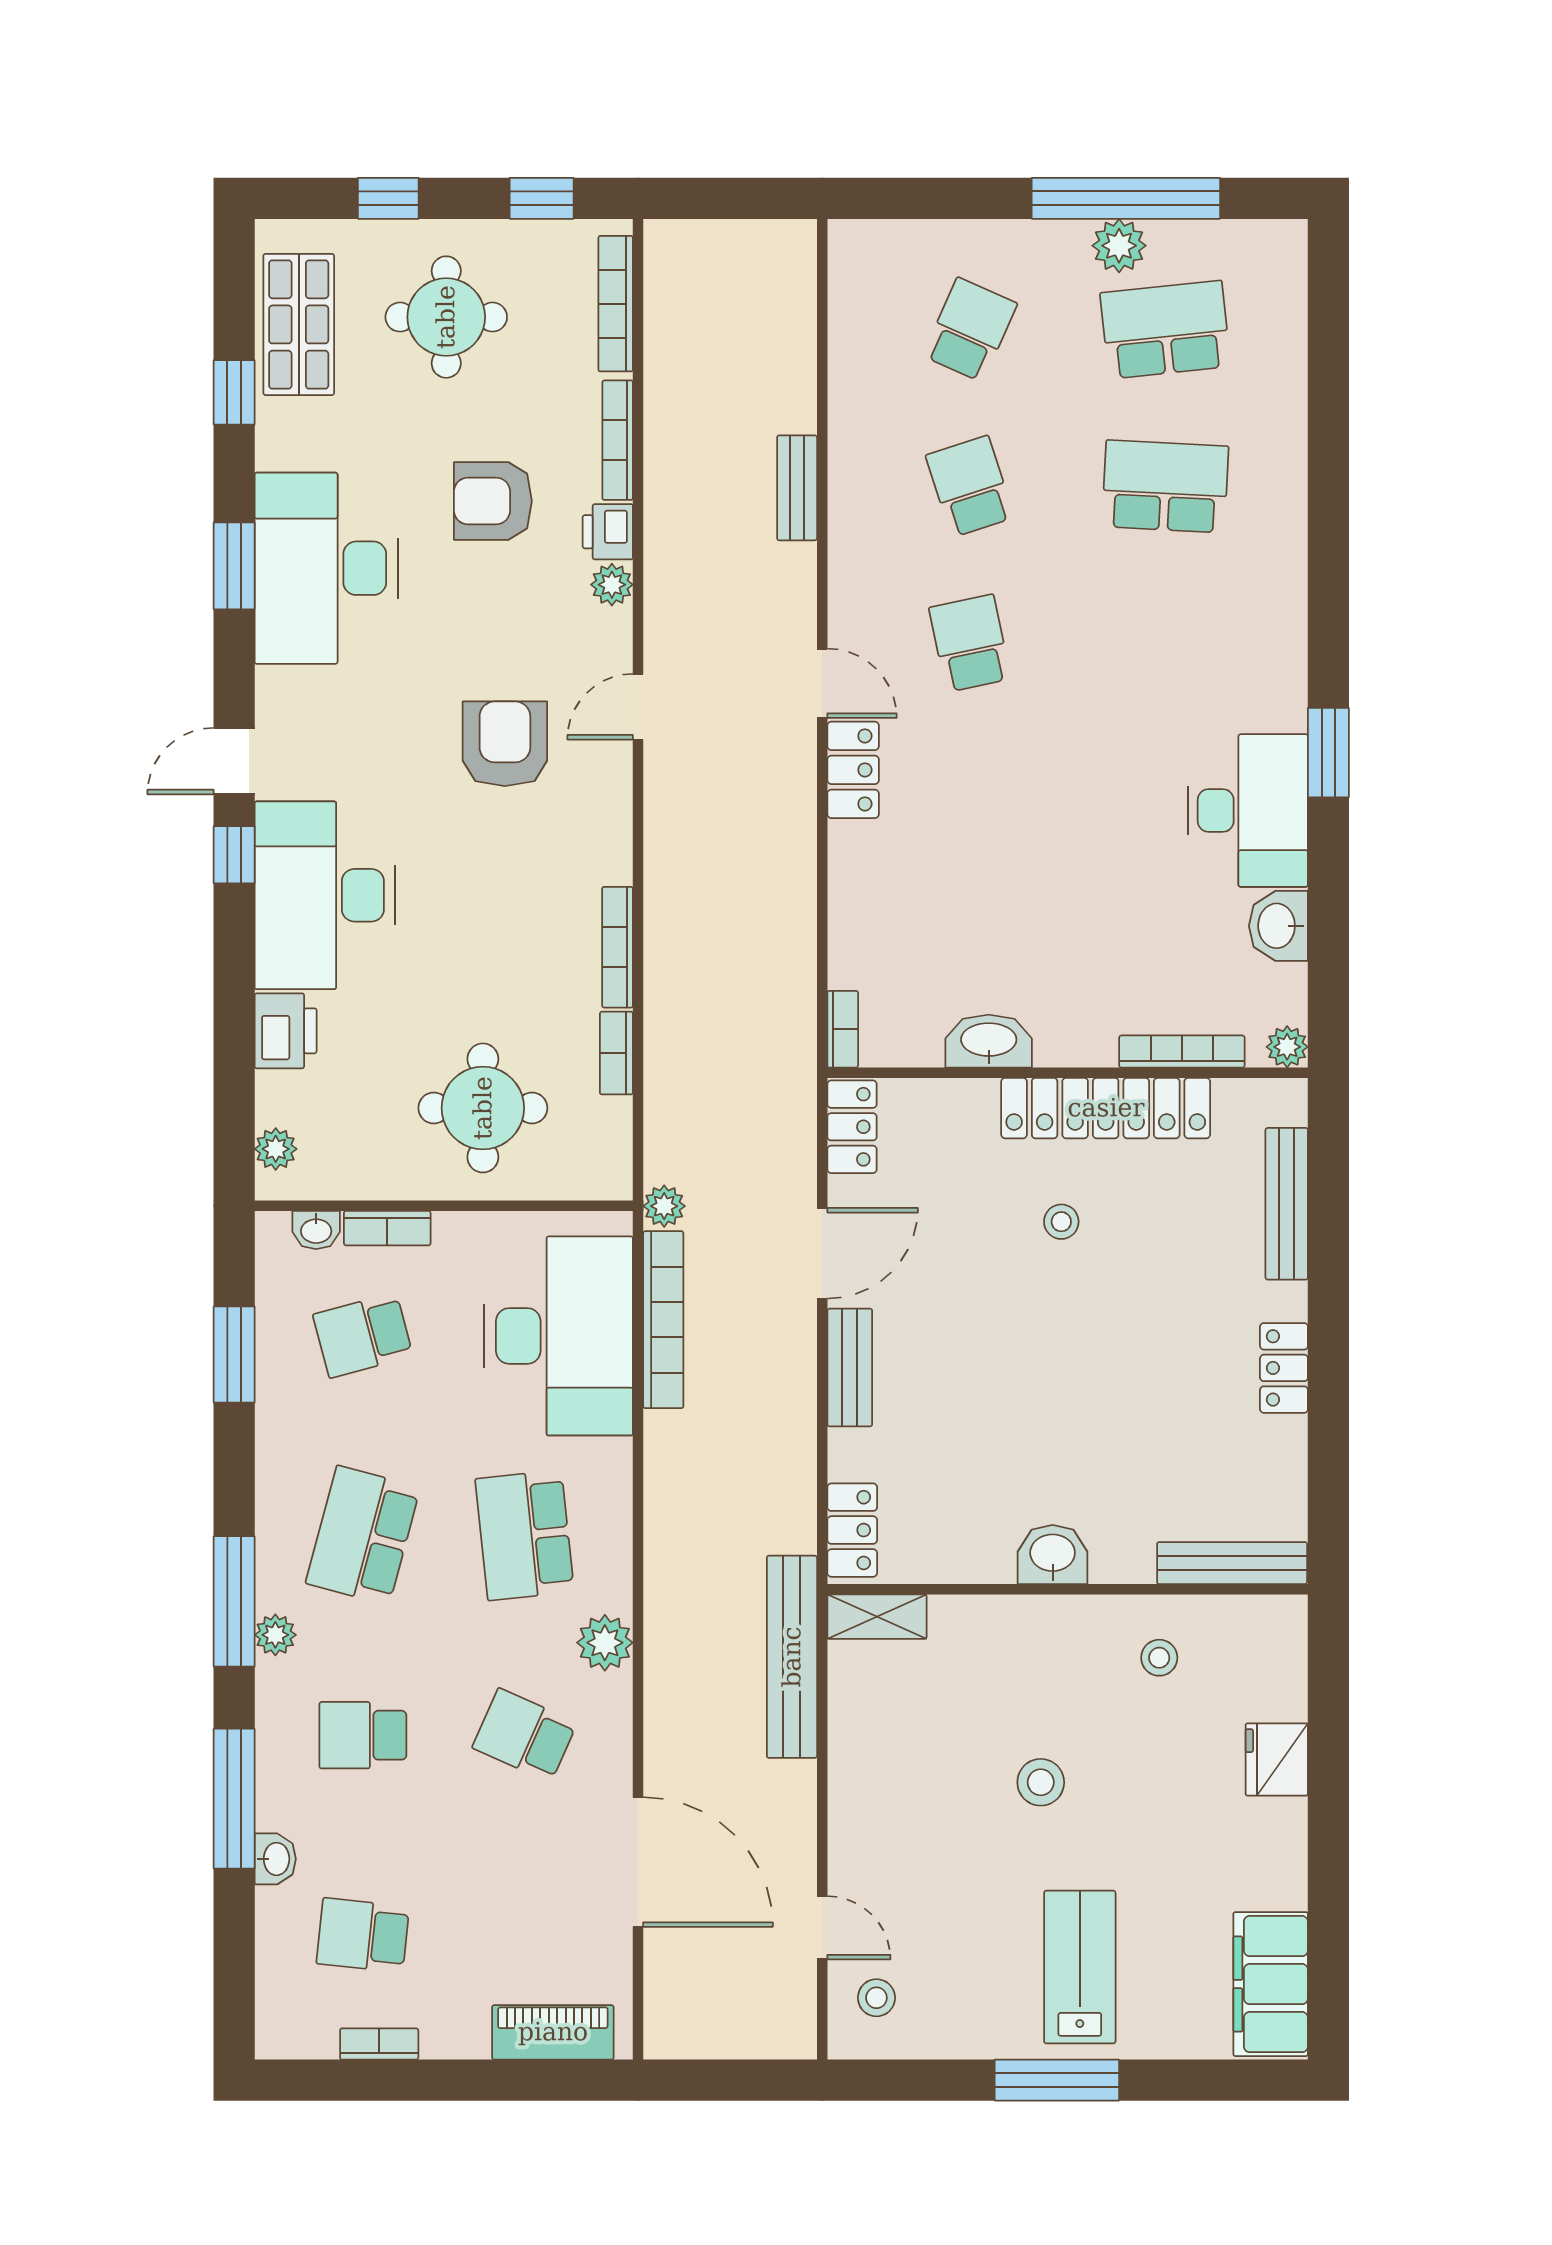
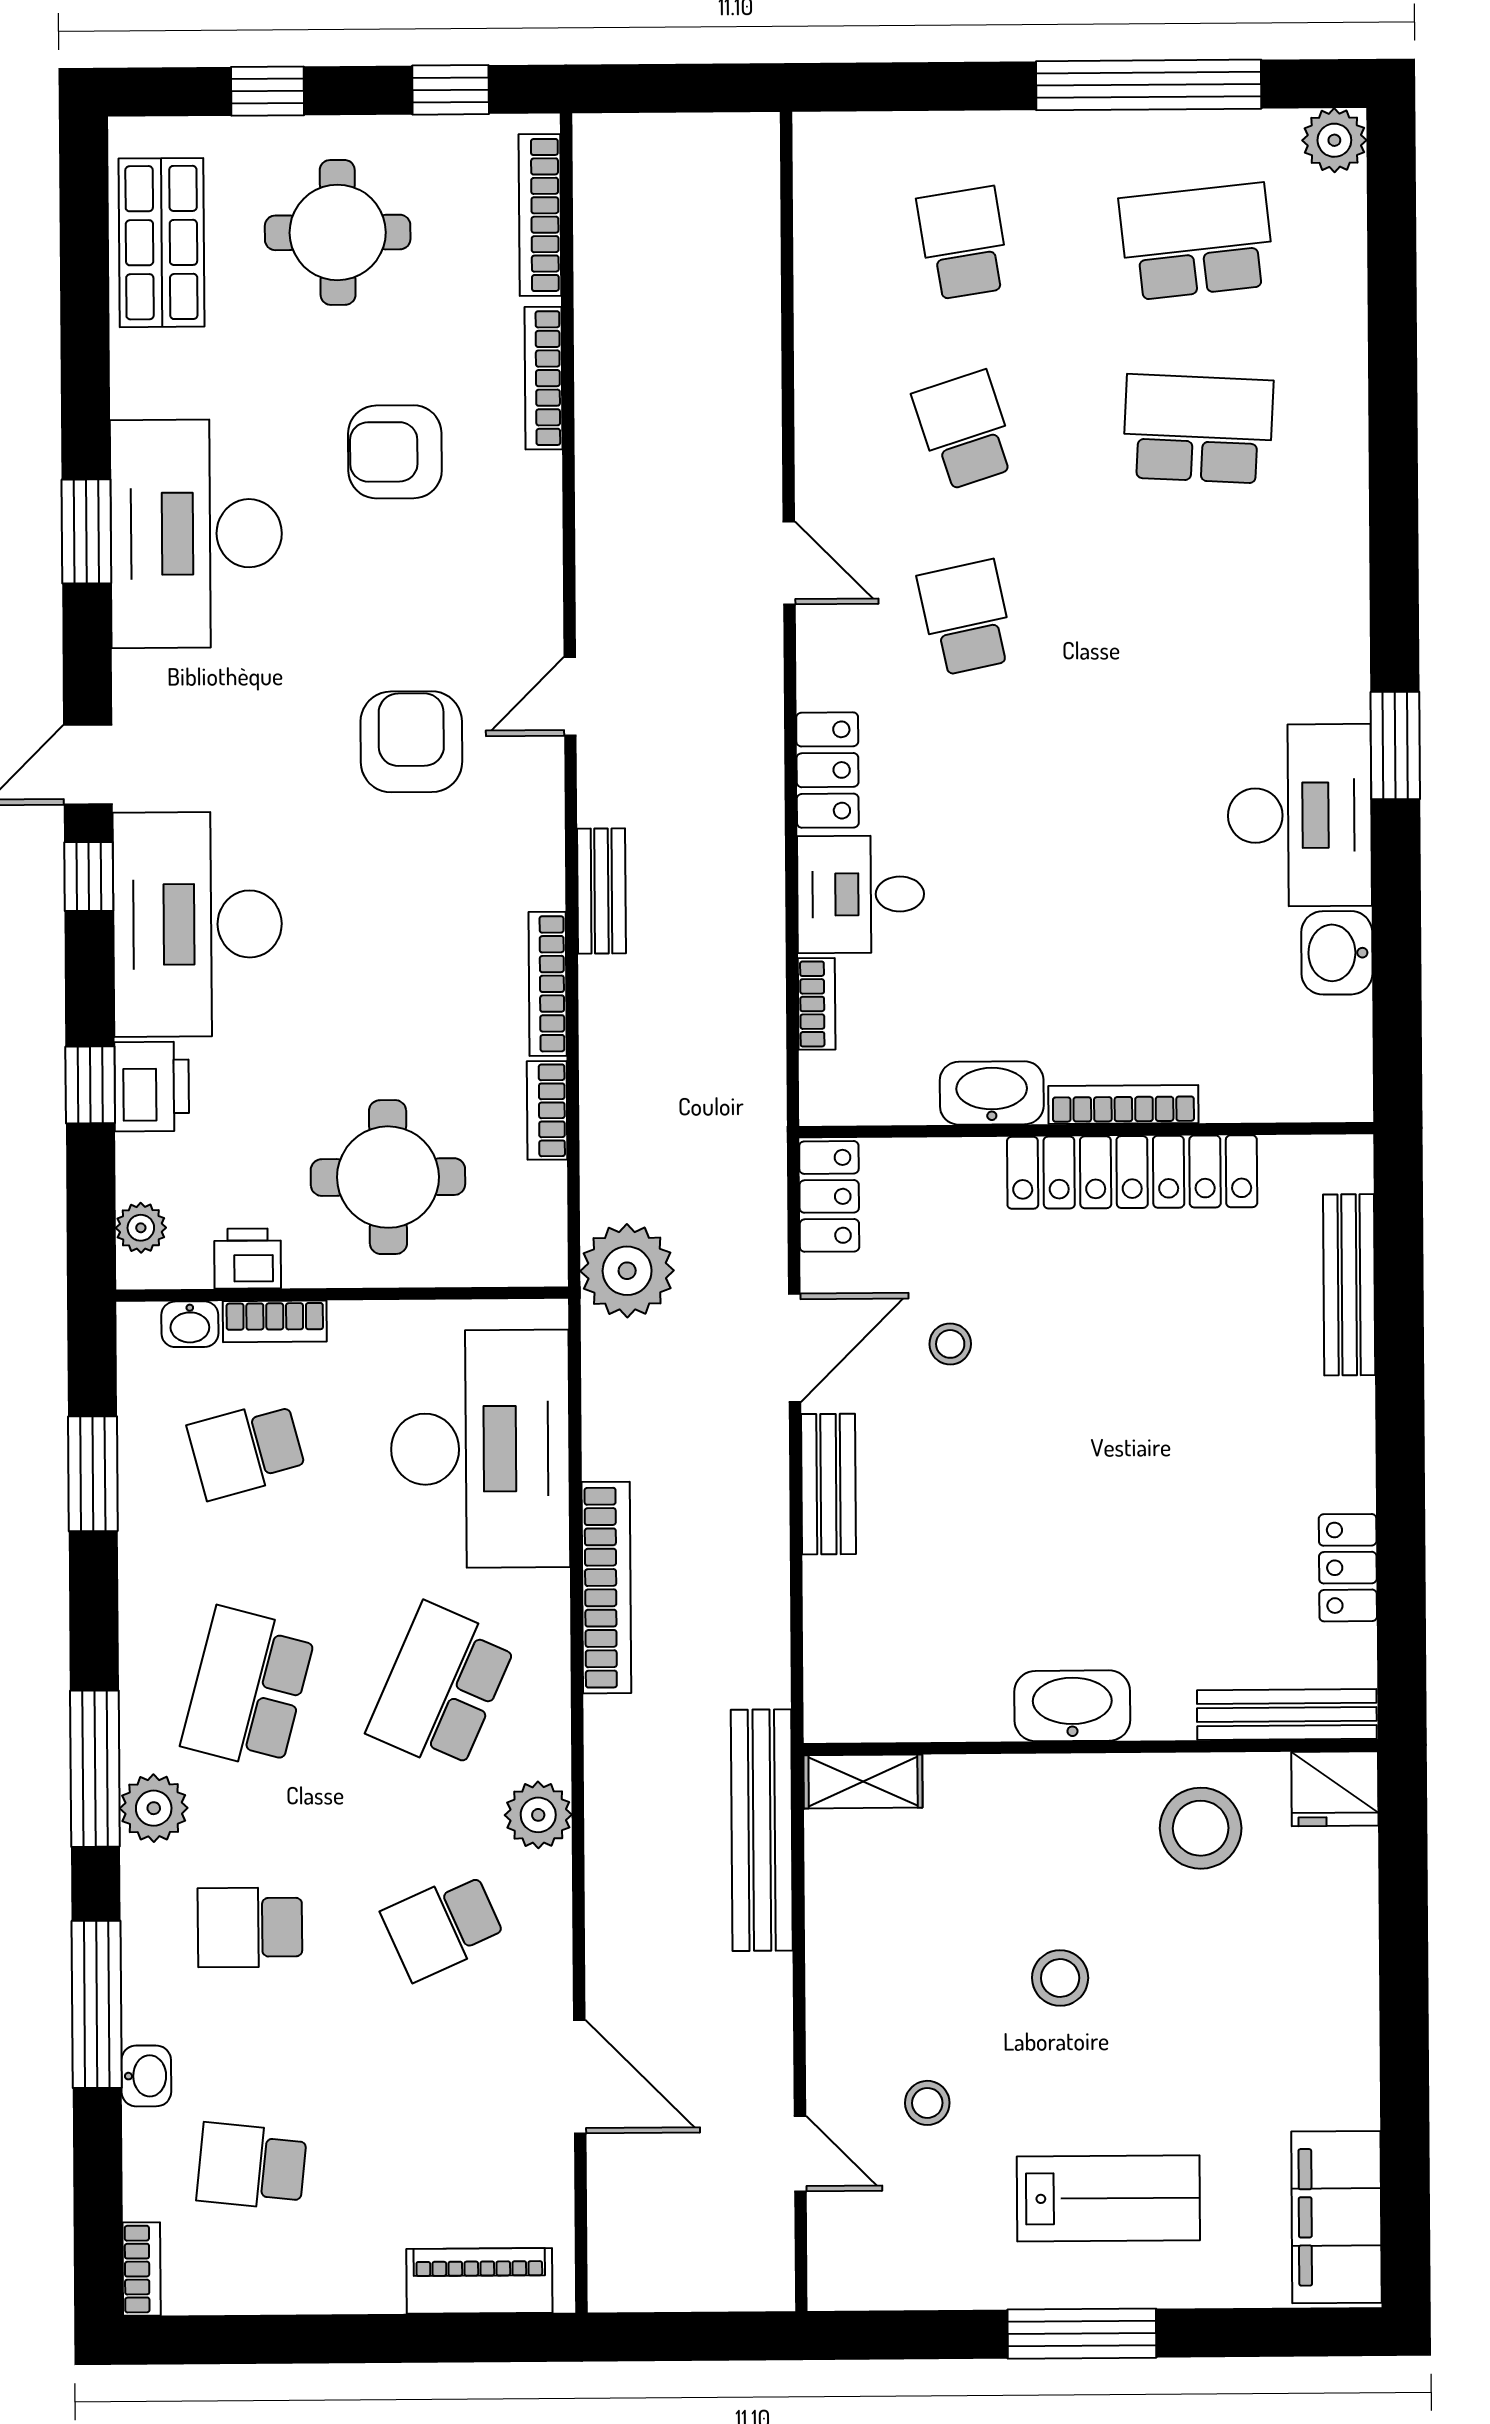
plant: (1119, 246) -> (1334, 140), moved
school desk: (970, 330) -> (963, 243), turned -33
window: (234, 392) -> (90, 1085), moved
bench: (797, 488) -> (601, 891), moved
printer: (608, 532) -> (248, 1259), moved, turned 90
plant: (612, 585) -> (538, 551), removed
door: (822, 683) -> (789, 563), moved
desk: (880, 874) -> (861, 894), added
bookcase: (843, 1029) -> (817, 1004), moved
plant: (1287, 1047) -> (1348, 1097), removed
bookcase: (1182, 1052) -> (1123, 1105), moved
plant: (664, 1206) -> (627, 1271), width x1.88, depth x1.88
stool: (1061, 1222) -> (950, 1344), moved
bookcase: (663, 1320) -> (606, 1588), moved
locker: (1284, 1368) -> (1348, 1568), moved
locker: (852, 1530) -> (833, 1678), removed
school desk: (525, 1535) -> (441, 1687), turned 30
washbasin: (1053, 1555) -> (1072, 1706), width x1.38
plant: (275, 1635) -> (154, 1808), width x1.38, depth x1.38
stool: (1159, 1658) -> (1201, 1828), width x1.89, depth x1.89
school desk: (525, 1735) -> (443, 1926), turned -48
fridge: (1277, 1759) -> (1335, 1789), moved, turned -90
door: (638, 1862) -> (580, 2077), width x0.73
lab bench: (1080, 1967) -> (1108, 2198), turned 90
stool: (876, 1998) -> (927, 2103), moved
bookcase: (379, 2044) -> (142, 2269), moved, turned 90

